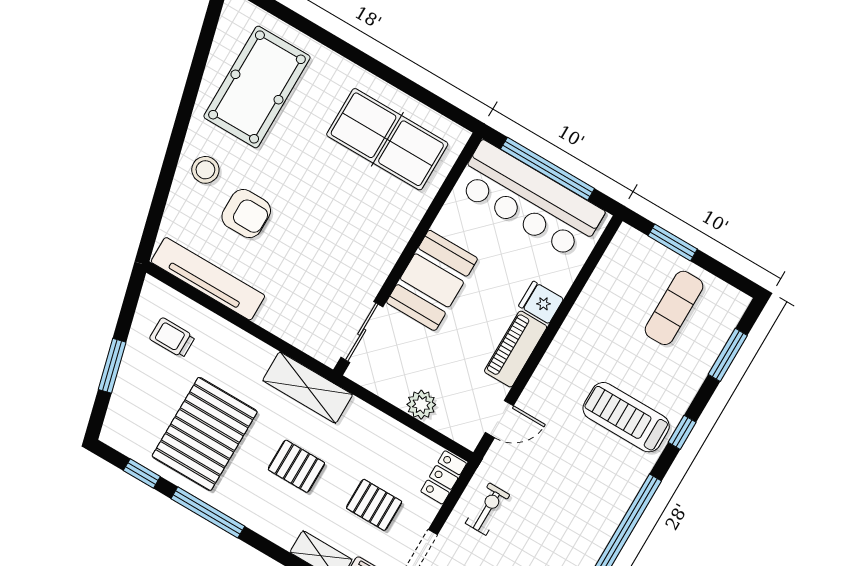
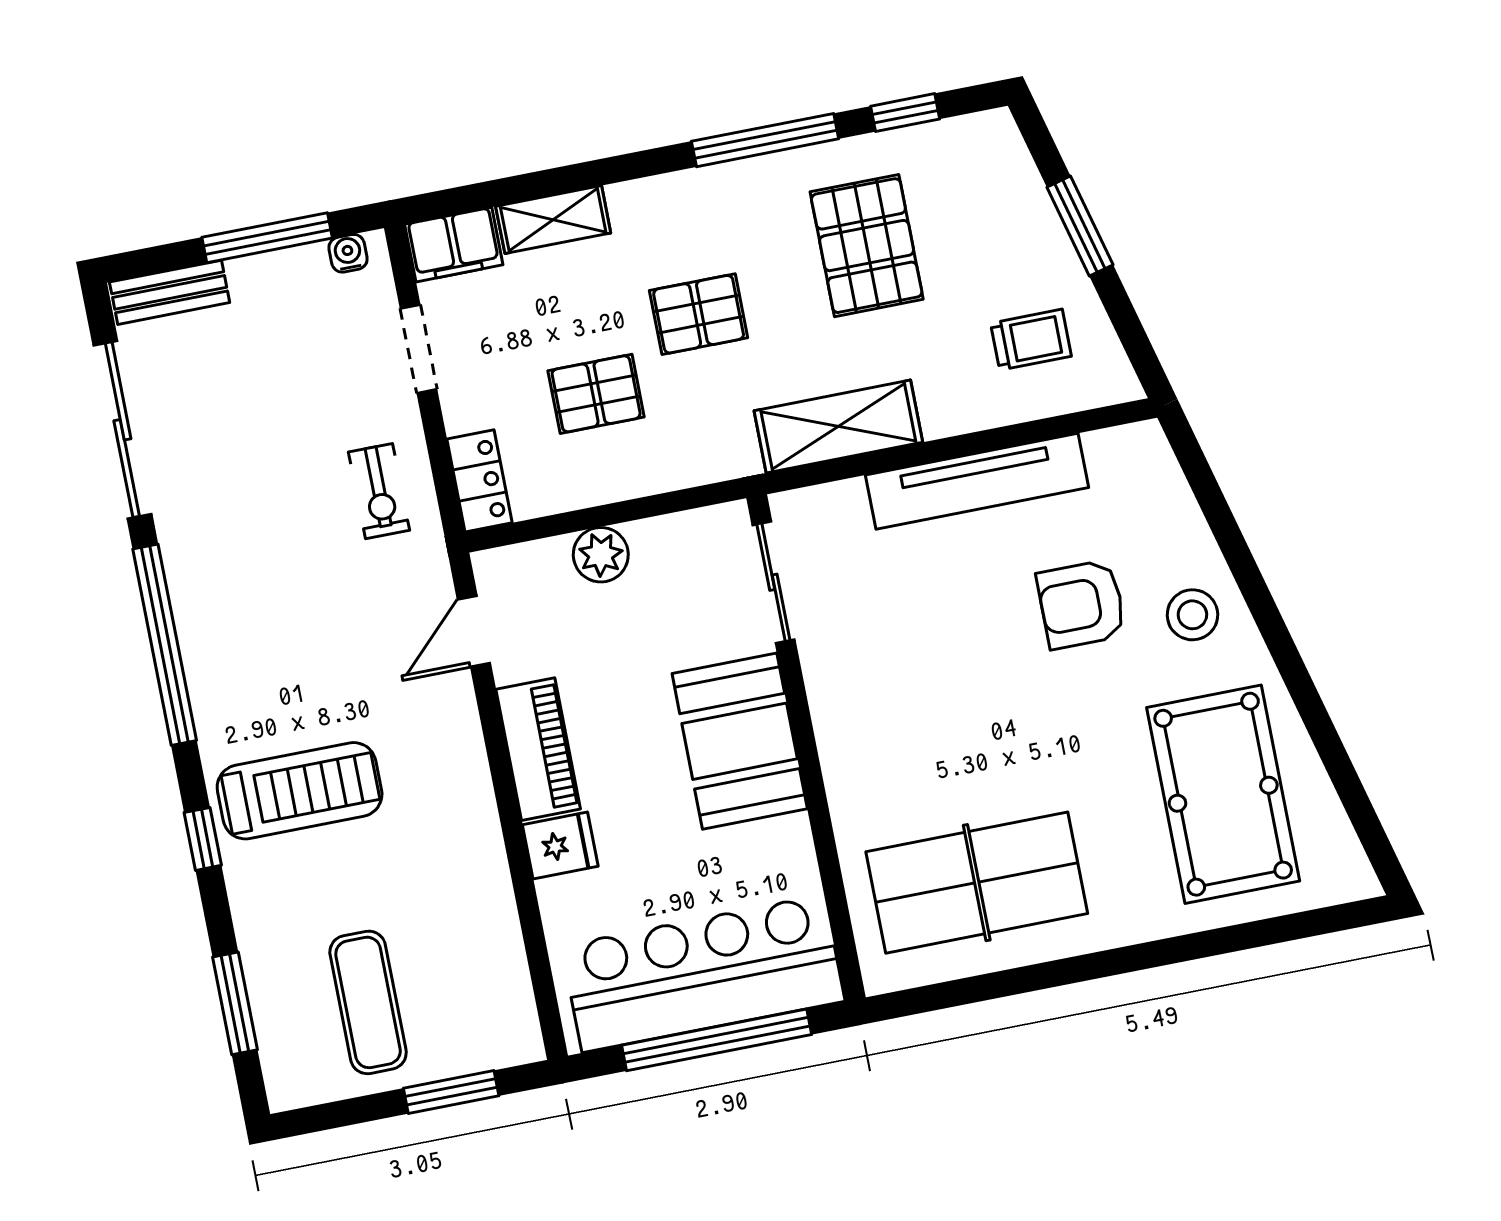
tv unit: (208, 279) -> (977, 481), moved
shelving: (308, 388) -> (838, 426), moved
pallet: (205, 434) -> (867, 246), width x0.73, depth x0.71
pallet: (374, 505) -> (596, 394), moved

